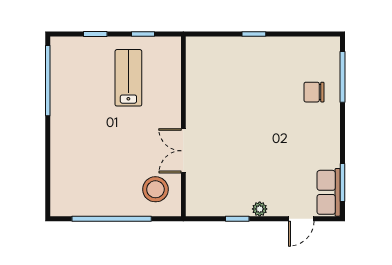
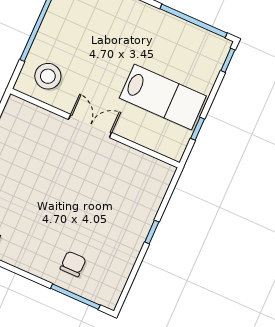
window: (95, 34) -> (228, 60), moved
lab bench: (128, 78) -> (163, 97), width x1.36, depth x1.39
double door: (183, 151) -> (90, 126), moved

